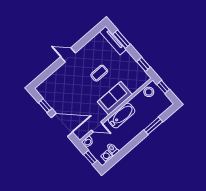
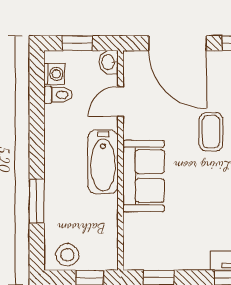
coffee table: (99, 73) -> (211, 132), moved
stool: (149, 92) -> (67, 255), moved
door: (62, 125) -> (177, 43), hinge flipped

